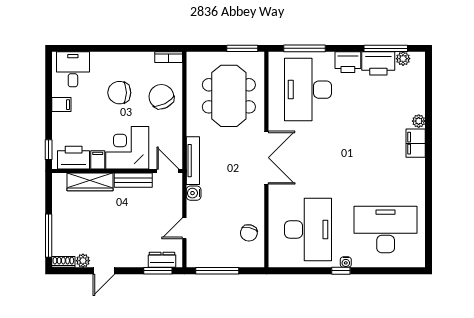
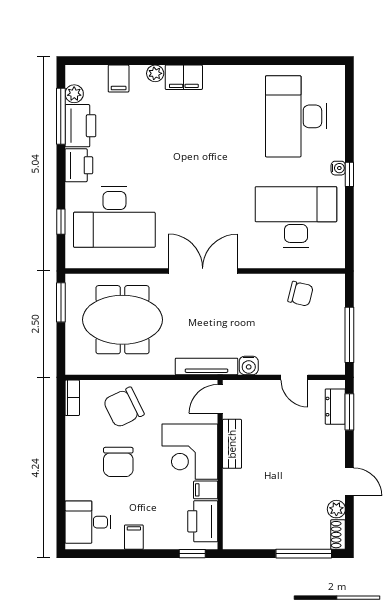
window: (304, 48) -> (61, 222), width x0.46
filing cabinet: (415, 93) -> (119, 79), added
wardrobe: (90, 182) -> (234, 500), removed

